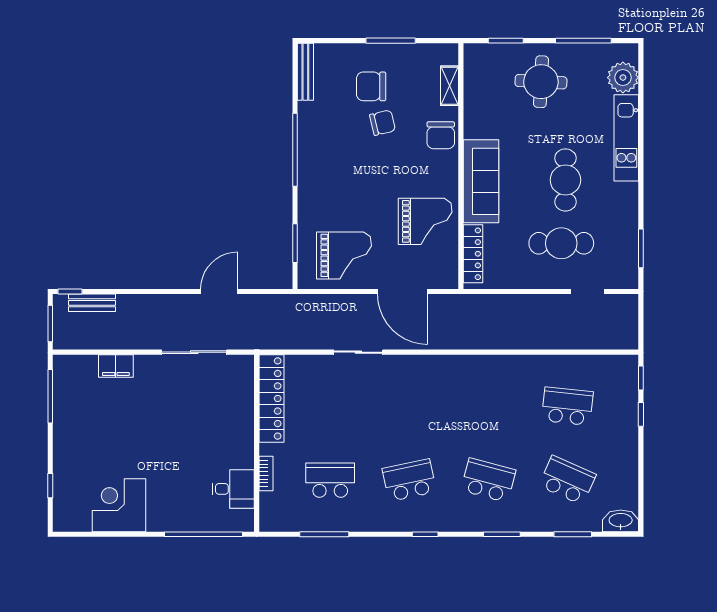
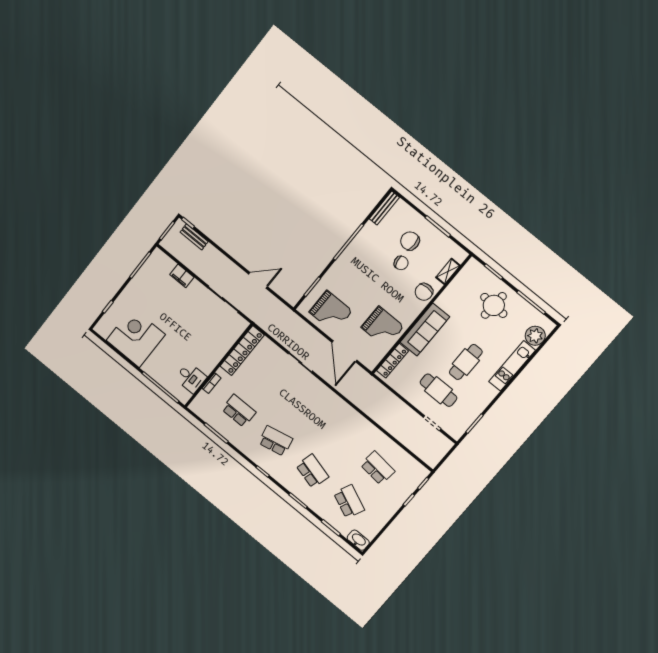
corner desk: (119, 505) -> (136, 337), width x1.36, depth x1.36

